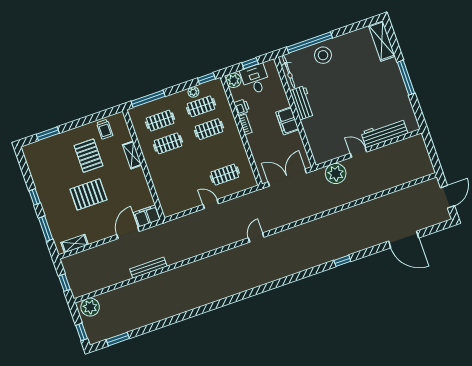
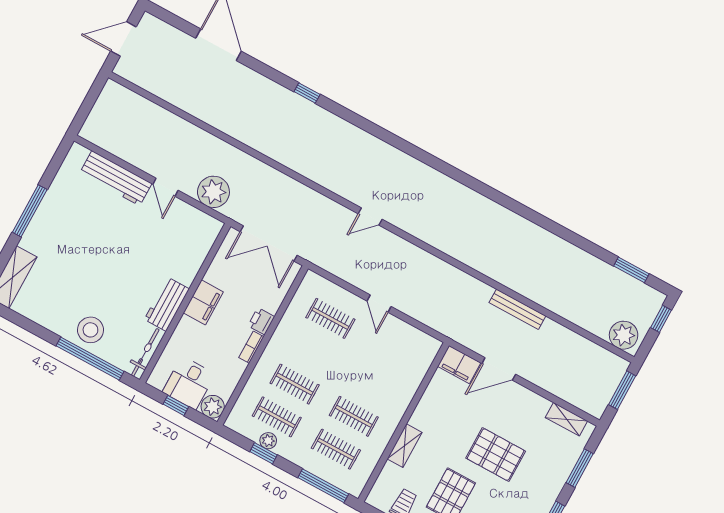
window: (206, 78) -> (264, 453), moved
printer: (242, 107) -> (261, 321), moved
window: (64, 283) -> (622, 390), width x1.50

